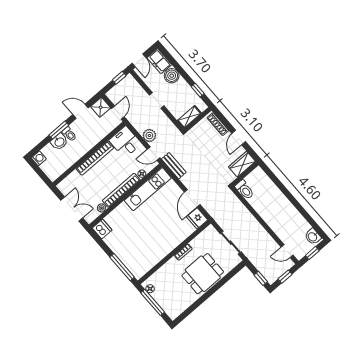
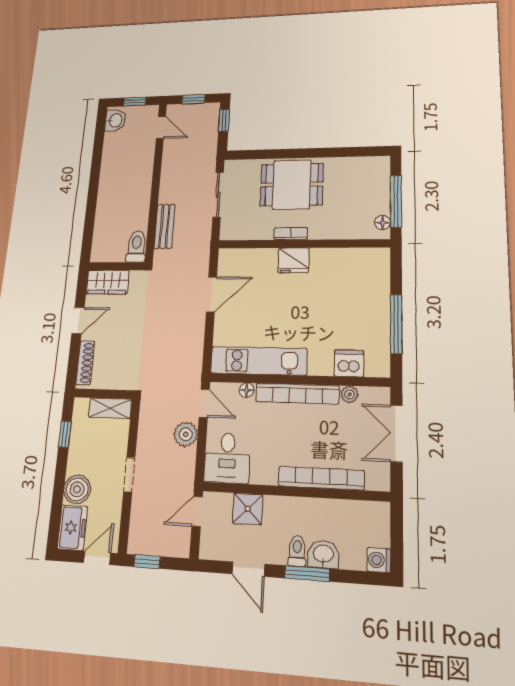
shower: (101, 107) -> (248, 509), moved
bookcase: (95, 158) -> (321, 478), moved
bench: (174, 166) -> (165, 226), moved
fridge: (197, 218) -> (293, 260), moved, turned 90
dishwasher: (102, 229) -> (349, 363), moved, turned 90
window: (122, 267) -> (396, 324), moved

